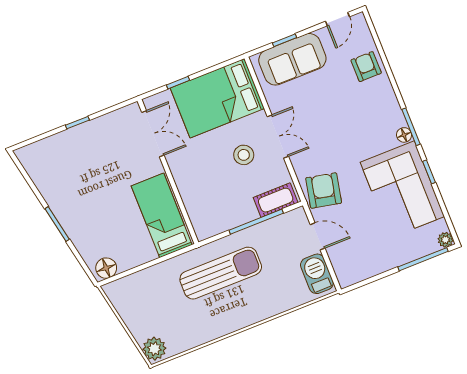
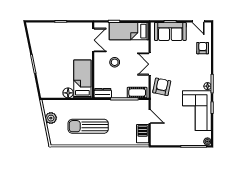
door: (338, 19) -> (198, 21), hinge flipped
bed: (217, 98) -> (129, 31), width x0.67
double door: (278, 137) -> (150, 64), swing flipped
stool: (244, 155) -> (115, 62), moved
armchair: (324, 191) -> (162, 87), moved
dresser: (211, 227) -> (103, 93), added
floor lamp: (106, 268) -> (68, 93), moved
sun lounger: (221, 273) -> (88, 126), moved, turned 180
plant: (154, 349) -> (51, 118), moved

